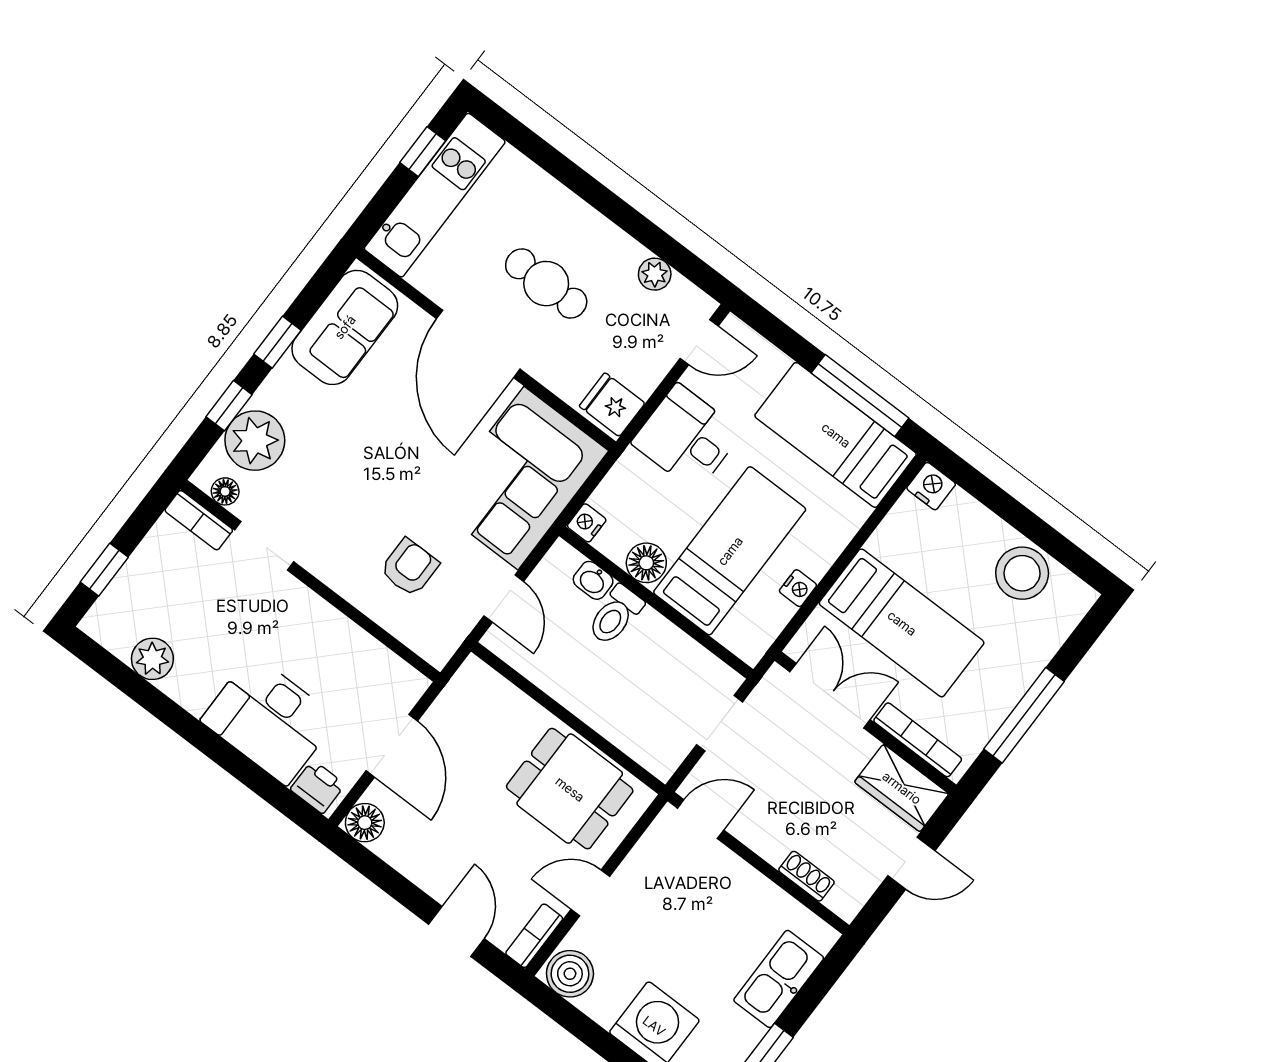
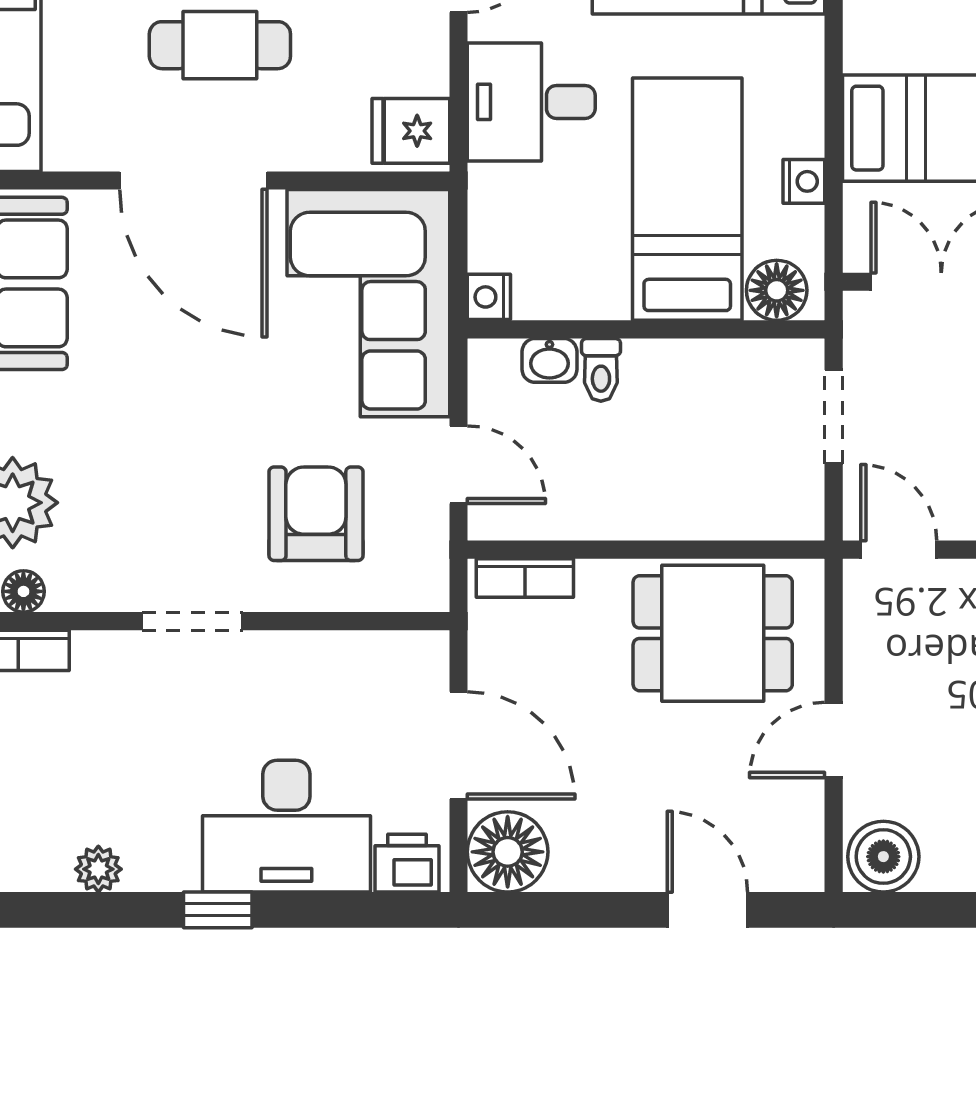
doorway: (264, 546) -> (192, 621), moved
floor lamp: (646, 563) -> (777, 290), moved
armchair: (409, 567) -> (316, 514), width x1.38, depth x1.38
toilet: (615, 615) -> (601, 370), width x0.73, depth x0.72
plant: (152, 659) -> (98, 869), width x0.73, depth x0.73
window: (200, 736) -> (218, 910), added
door: (701, 819) -> (899, 550), hinge flipped
floor lamp: (365, 823) -> (508, 852), width x1.38, depth x1.38
bookcase: (534, 936) -> (525, 578), moved, turned -90

